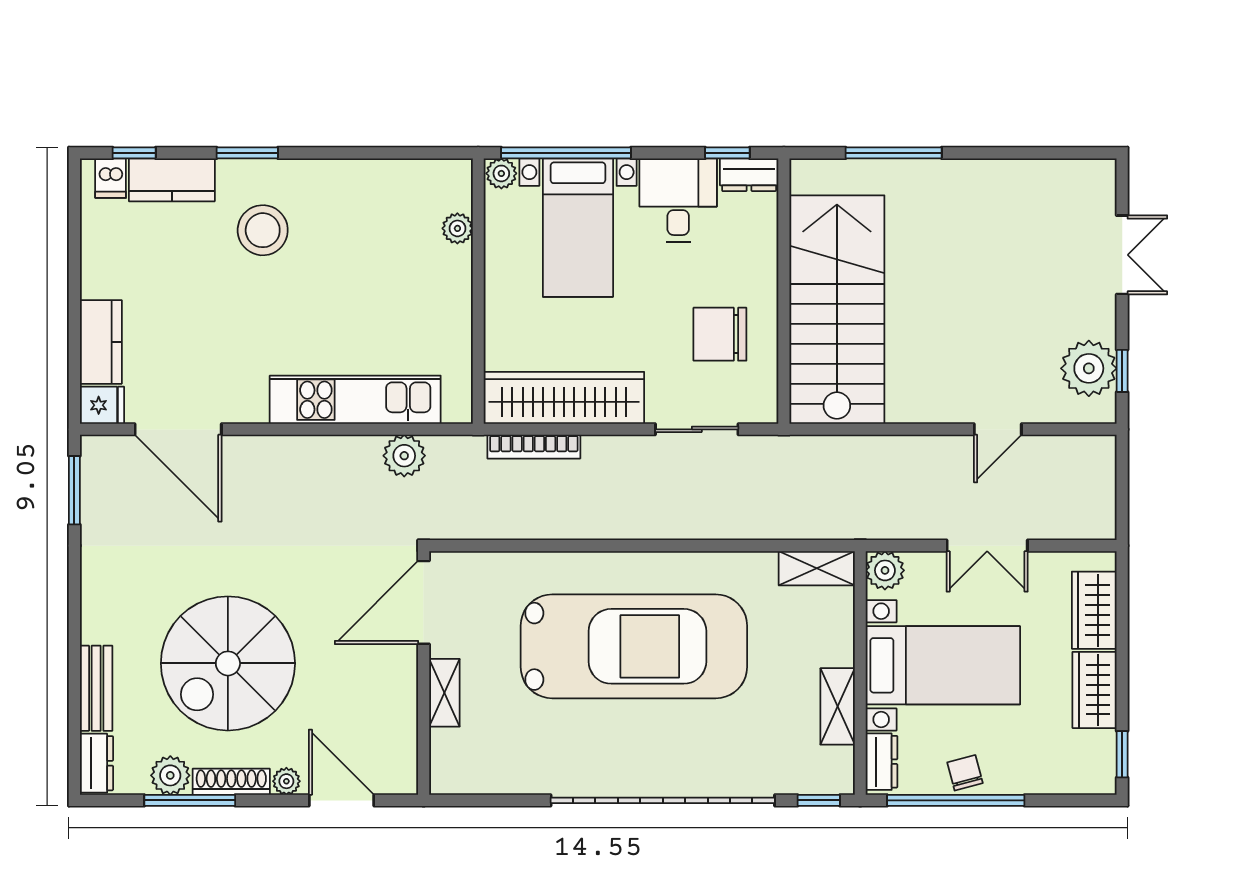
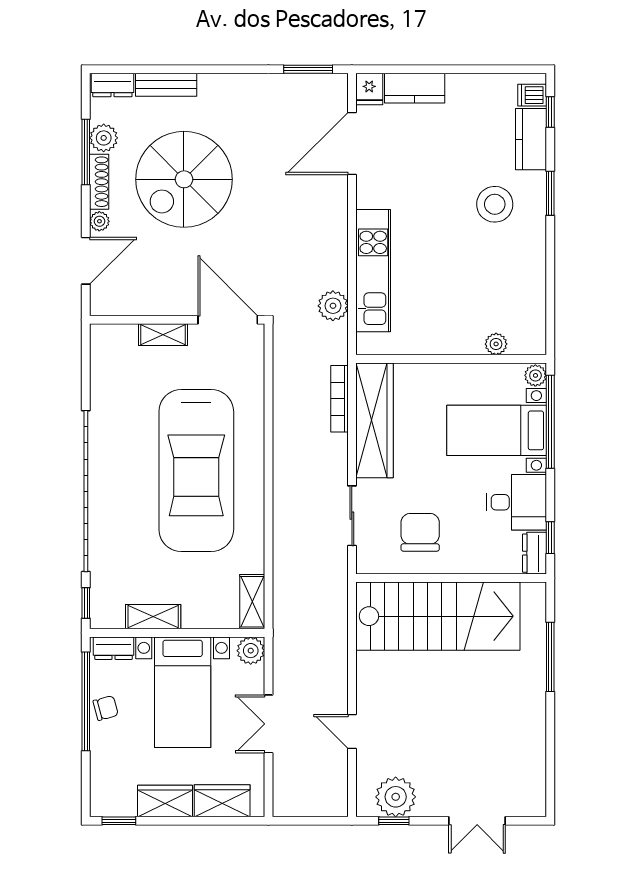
spiral stairs: (228, 663) -> (184, 179), turned -90

